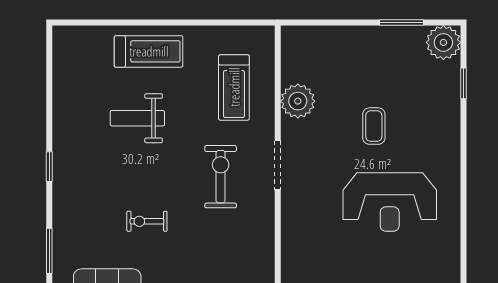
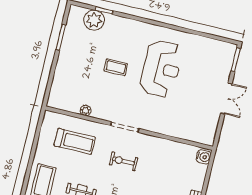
plant: (443, 42) -> (94, 20), moved
plant: (298, 101) -> (86, 110), width x0.53, depth x0.53
exercise bike: (221, 177) -> (124, 161), width x0.73, depth x0.72

